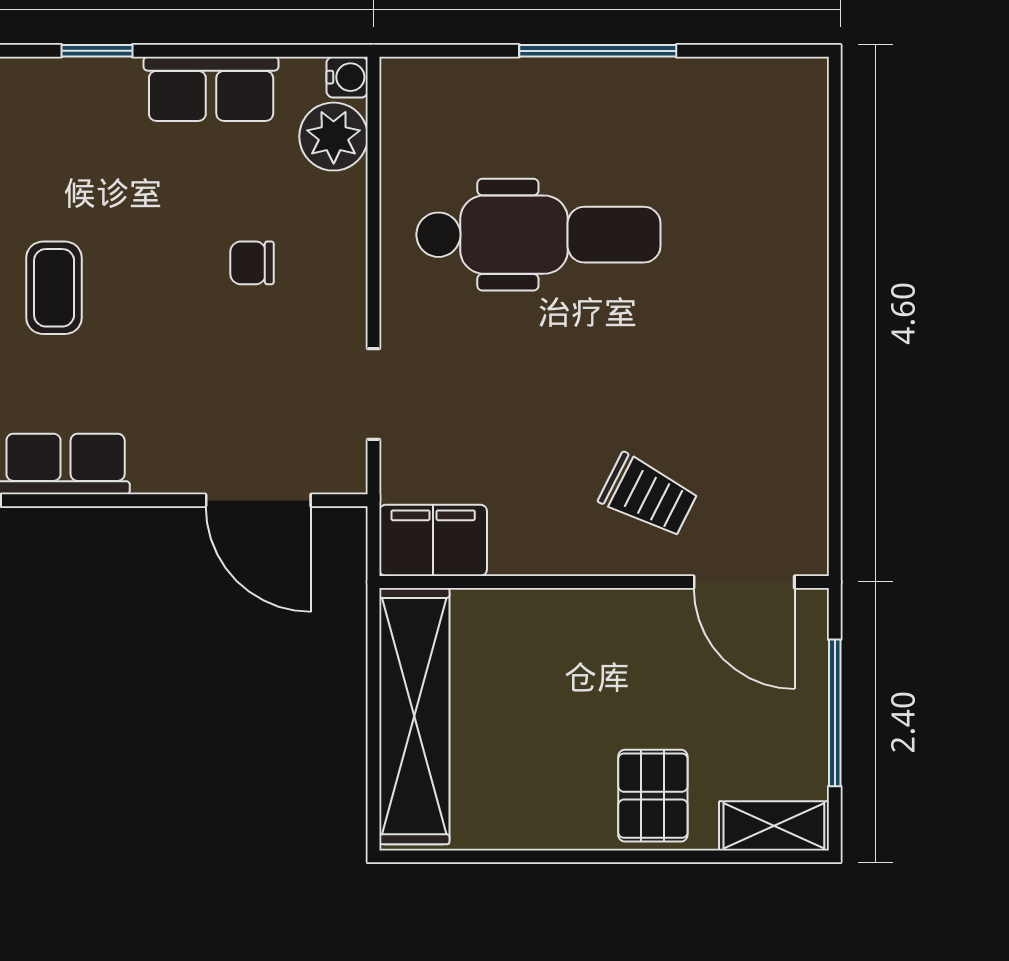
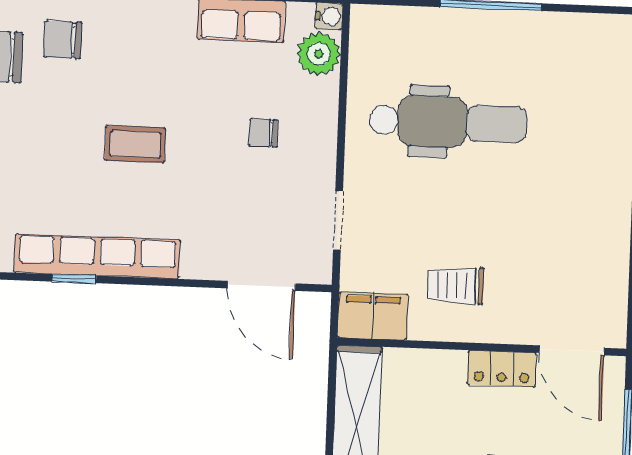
coffee table: (54, 288) -> (135, 144), turned 90
trolley: (648, 496) -> (456, 285), moved, turned 153
locker: (637, 615) -> (502, 369), added

